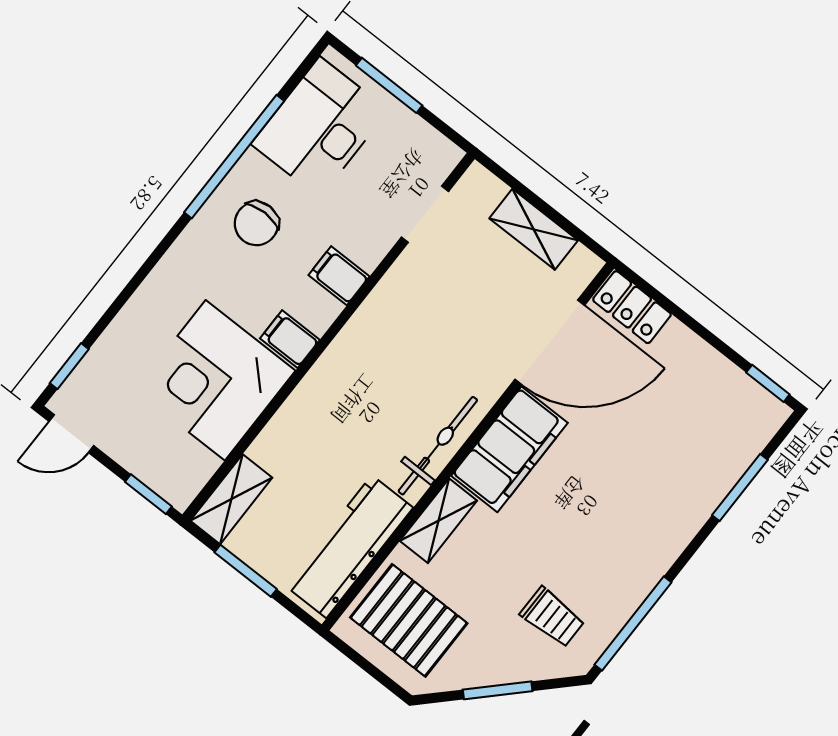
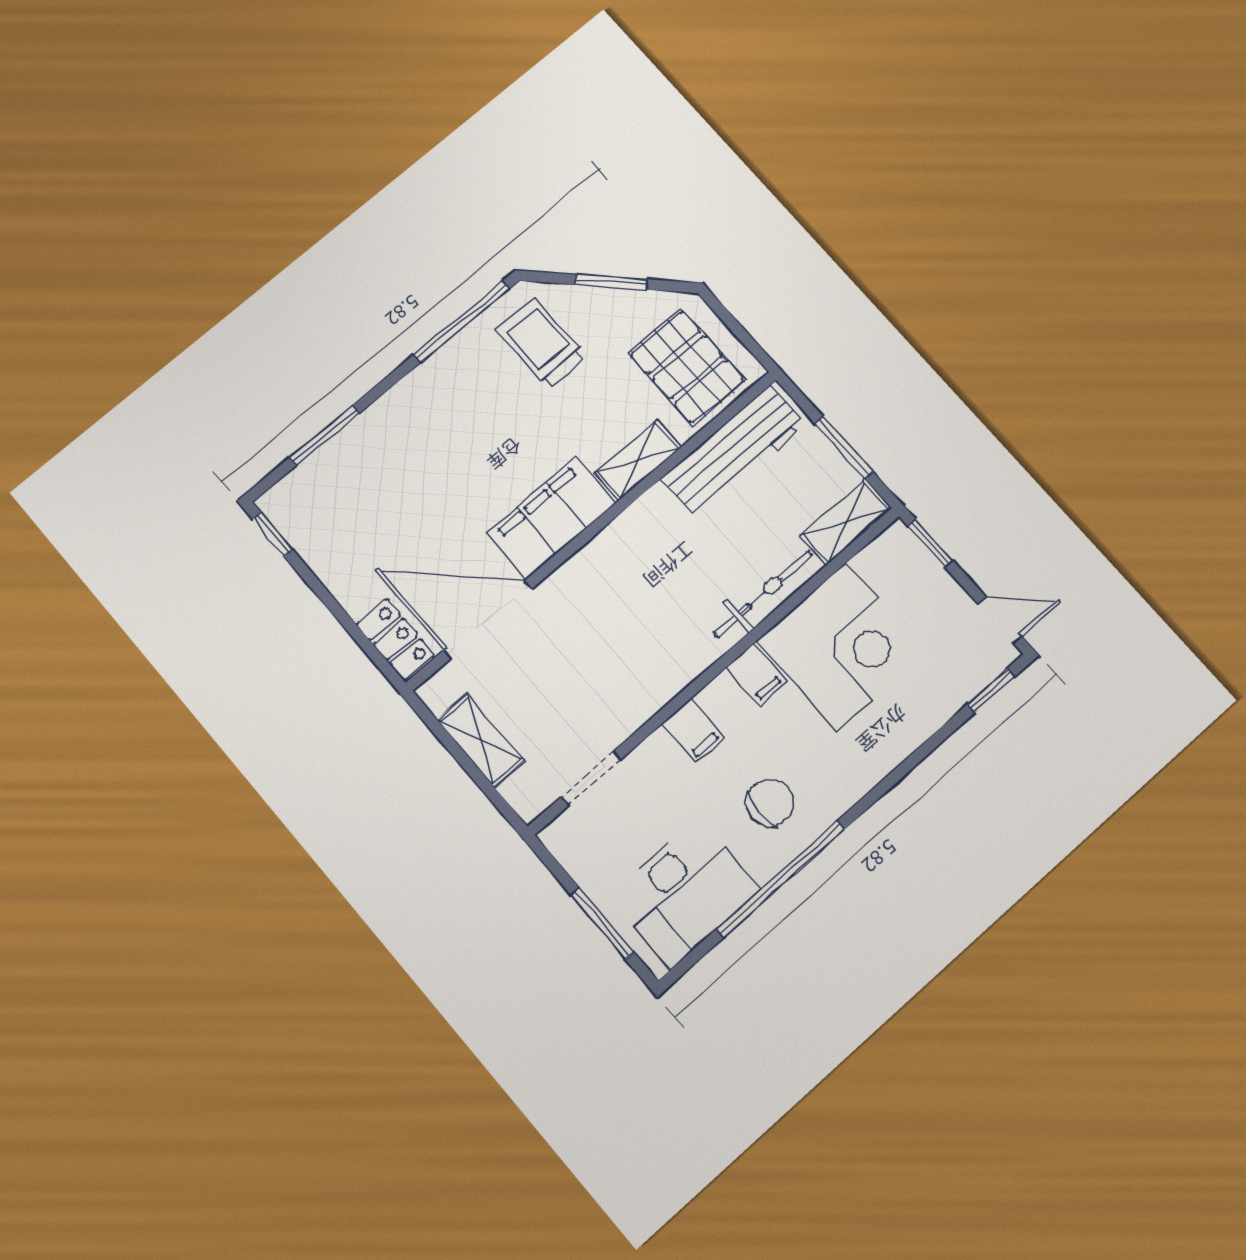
bicycle: (438, 446) -> (763, 594), moved, turned 180
trolley: (552, 617) -> (542, 343), width x1.36, depth x1.39

